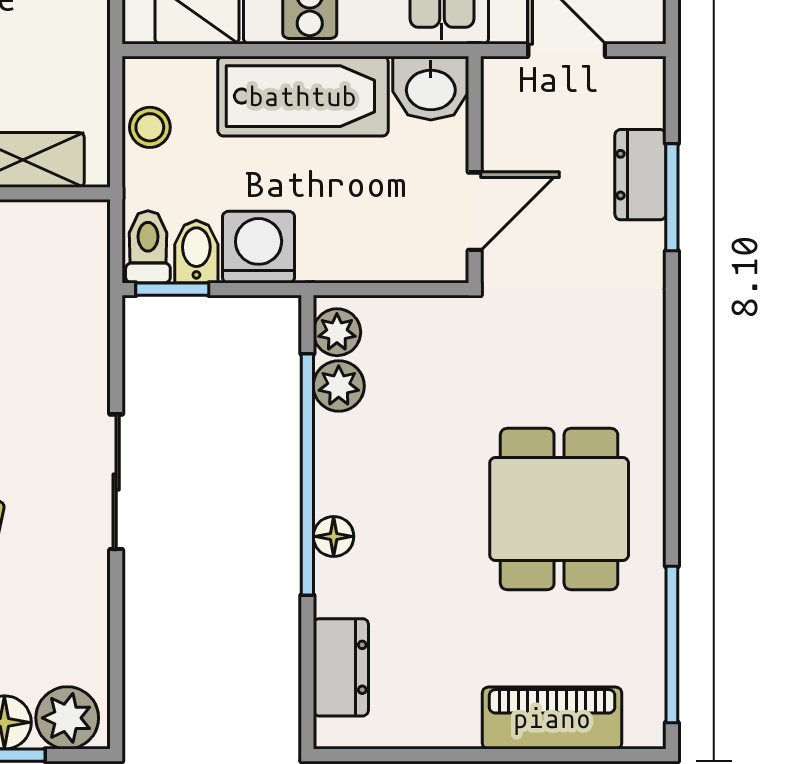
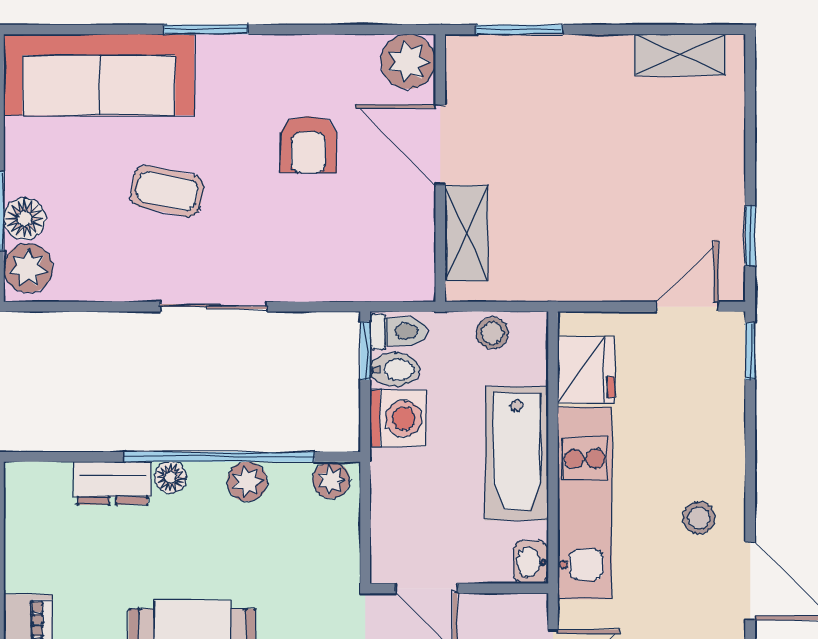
washbasin: (431, 88) -> (531, 562), width x0.72, depth x0.69
plant: (339, 386) -> (247, 482), moved
dresser: (341, 667) -> (113, 483), moved

